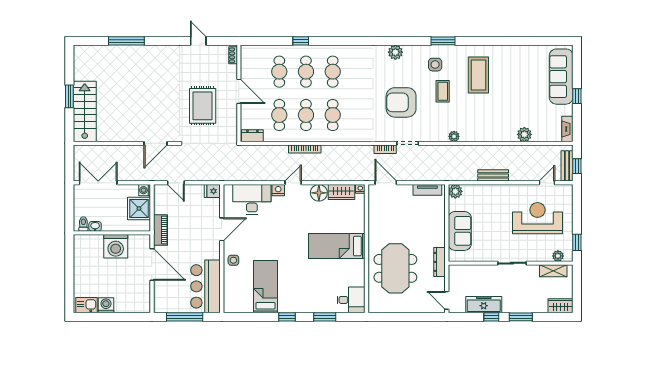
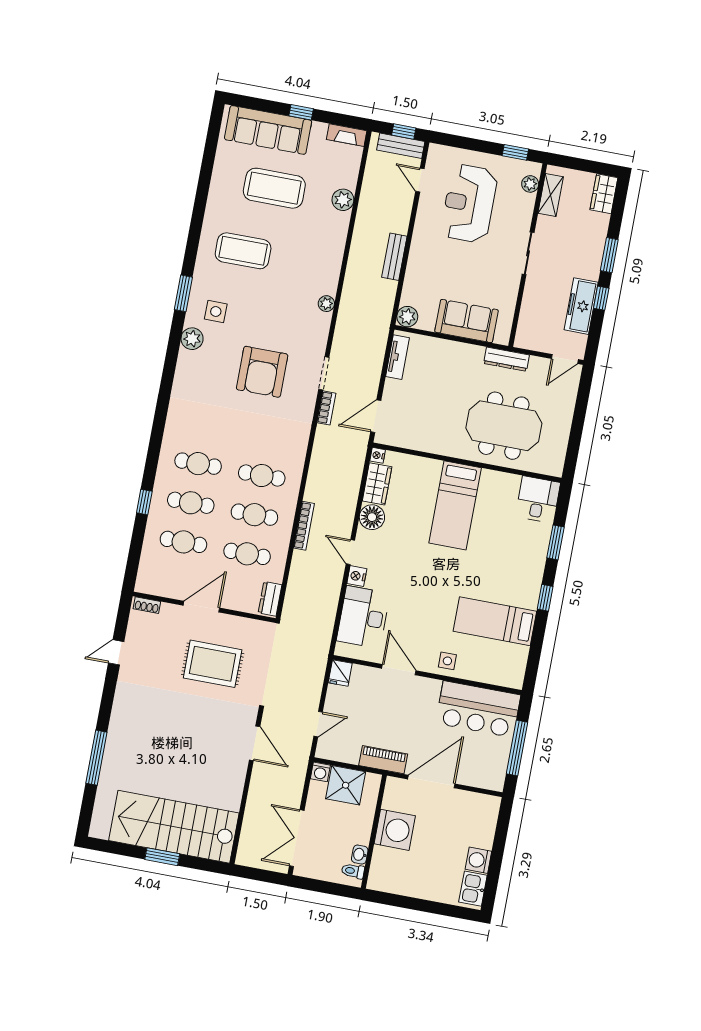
plant: (395, 52) -> (192, 339), moved
coffee table: (443, 91) -> (274, 188), moved, width x1.86, depth x1.72
stairs: (85, 111) -> (174, 827), width x1.36, depth x1.51

